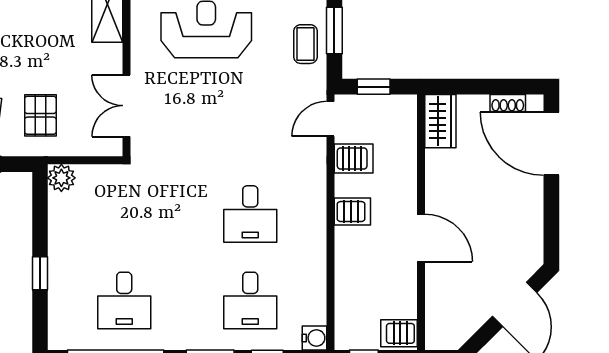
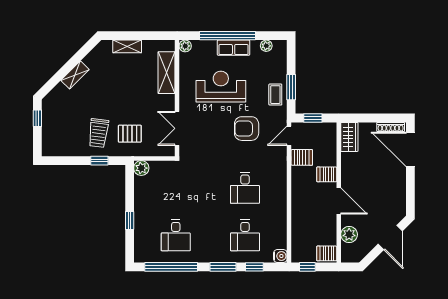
shoe rack: (508, 103) -> (391, 127), width x1.43
armchair: (253, 106) -> (247, 129), added
pallet: (40, 115) -> (130, 134), turned 90
server rack: (352, 212) -> (327, 174), moved, turned 180
plant: (440, 299) -> (349, 234), added

